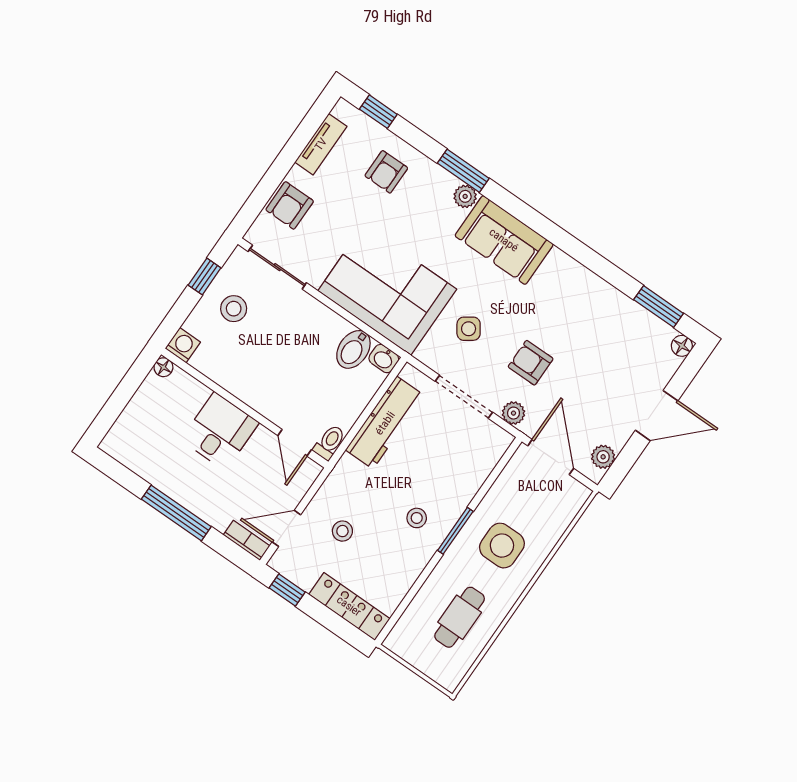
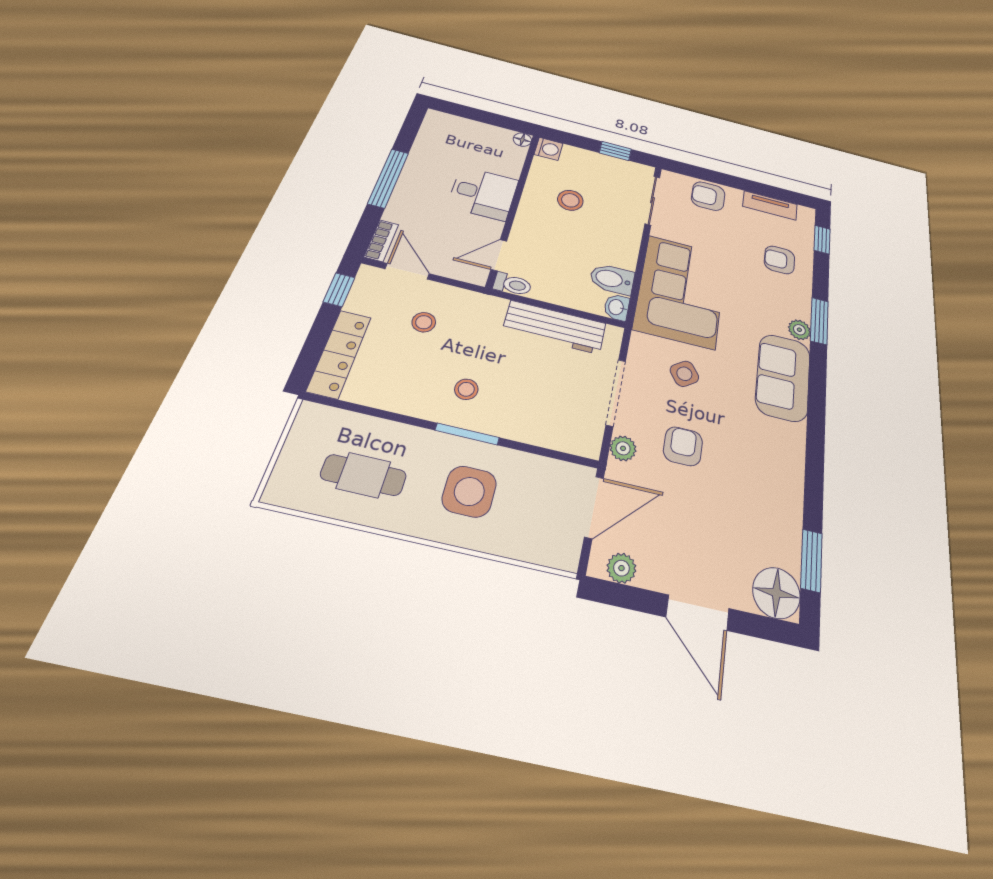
stool: (234, 309) -> (570, 200), moved
floor lamp: (682, 346) -> (776, 593), width x1.89, depth x1.89

